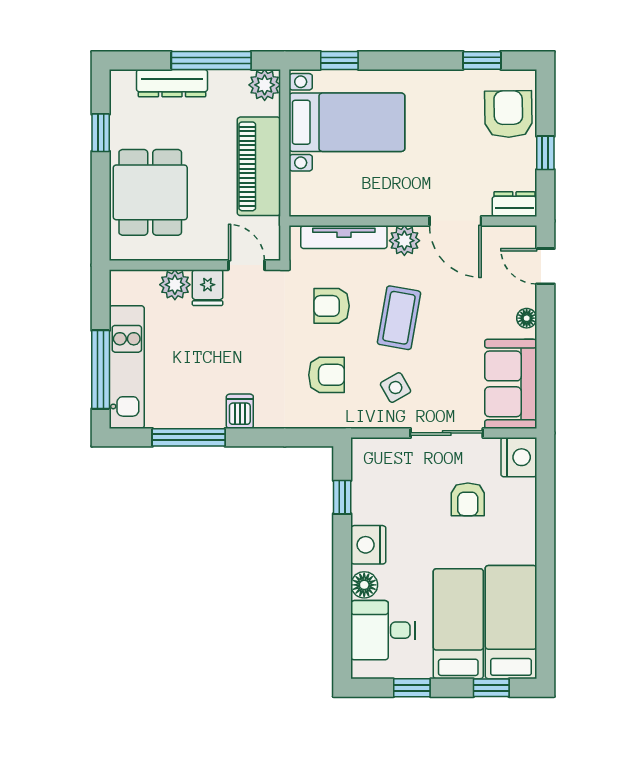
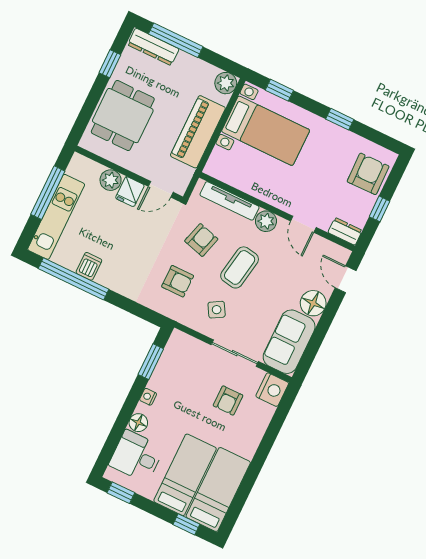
window: (211, 60) -> (176, 40), moved
window: (482, 60) -> (340, 119), moved
dresser: (172, 83) -> (153, 47), moved
door: (455, 221) -> (303, 224), width x0.73
door: (246, 265) -> (161, 189), swing flipped
armchair: (332, 306) -> (201, 240), turned 106
floor lamp: (527, 318) -> (313, 303), width x1.89, depth x1.89
window: (101, 370) -> (48, 193), moved
dishwasher: (240, 411) -> (89, 266), moved
window: (189, 437) -> (74, 279), width x1.46
window: (342, 497) -> (151, 362), width x1.50
nightstand: (368, 545) -> (148, 397), width x0.53, depth x0.56
window: (412, 688) -> (121, 493), moved

